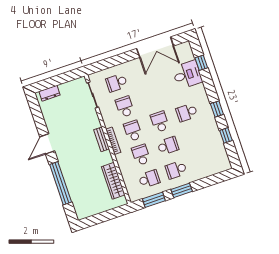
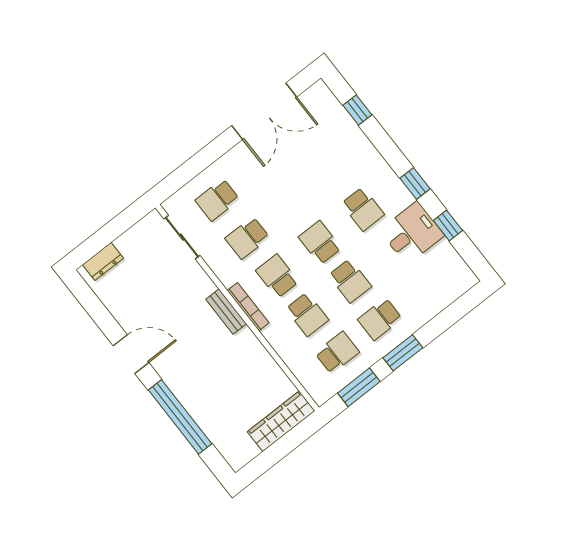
desk: (187, 75) -> (412, 233), moved
school desk: (125, 107) -> (247, 238), turned -90
school desk: (187, 113) -> (363, 209), turned -90
door: (47, 144) -> (131, 354), swing flipped
school desk: (168, 146) -> (350, 281), turned 90
school desk: (141, 155) -> (307, 314), turned 180
wardrobe: (113, 181) -> (281, 421), moved, turned 90

